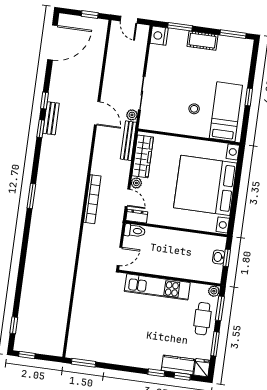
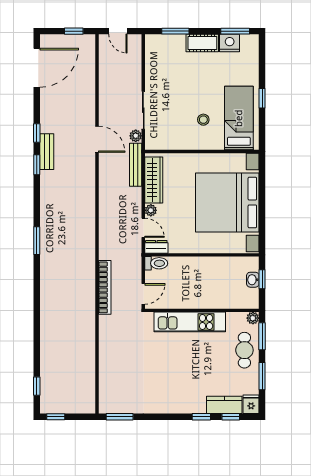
nightstand: (159, 36) -> (230, 43), moved, turned 90
bookcase: (92, 199) -> (105, 287), moved

